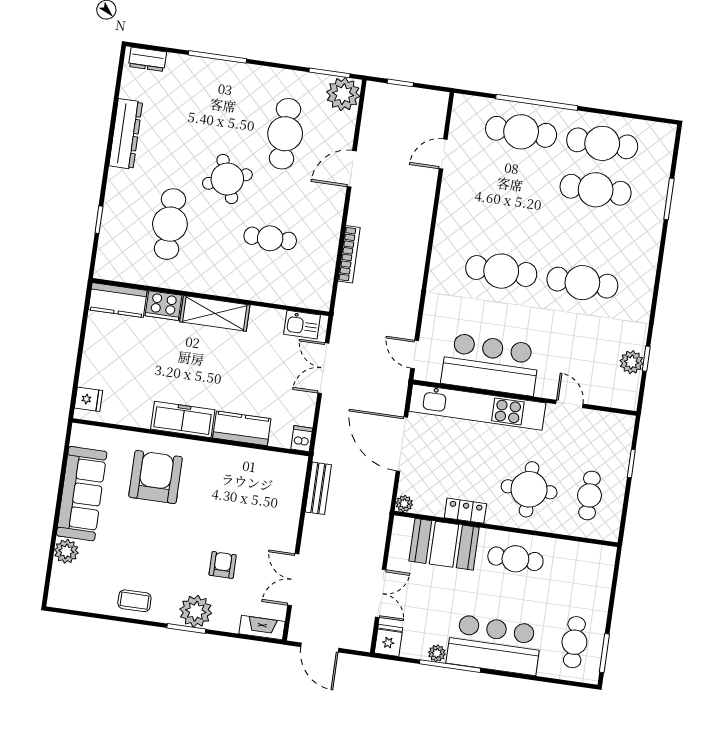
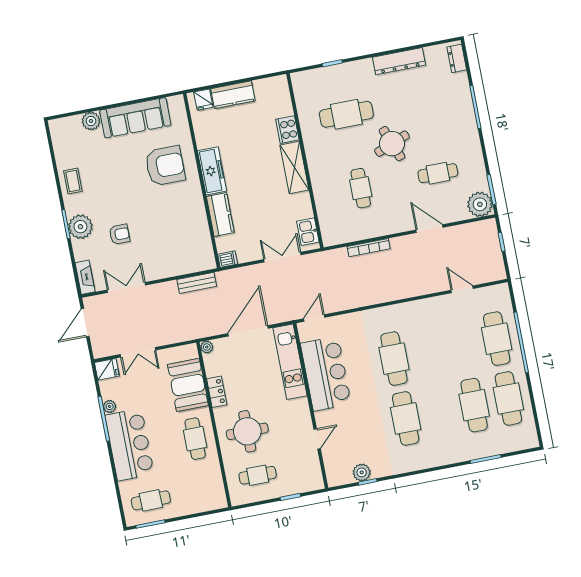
cafe table: (285, 134) -> (438, 173), width x0.73, depth x0.74
kitchen counter: (118, 300) -> (233, 95), moved, turned -90
kitchen unit: (477, 407) -> (290, 362), width x0.73

